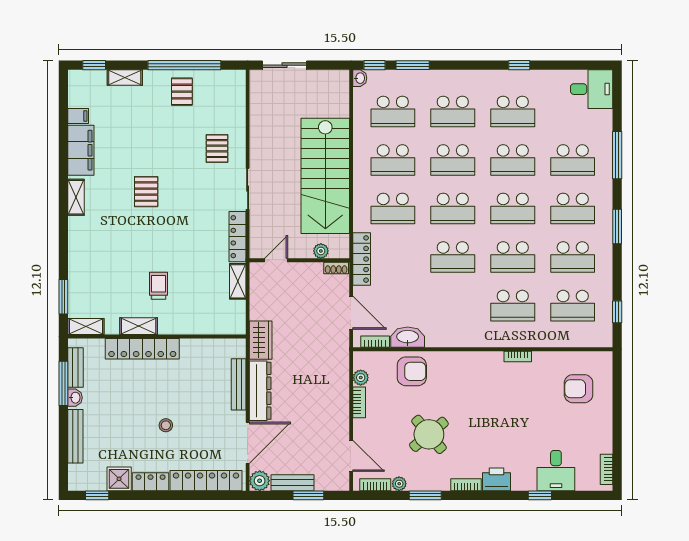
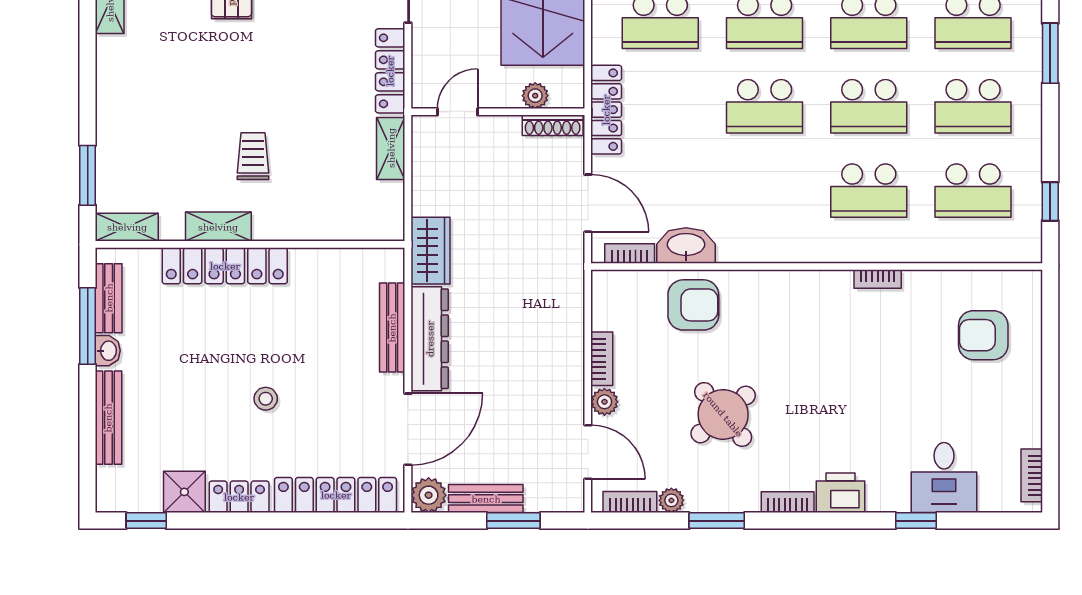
shoe rack: (336, 268) -> (553, 125), width x1.43
plant: (361, 378) -> (604, 402), moved

